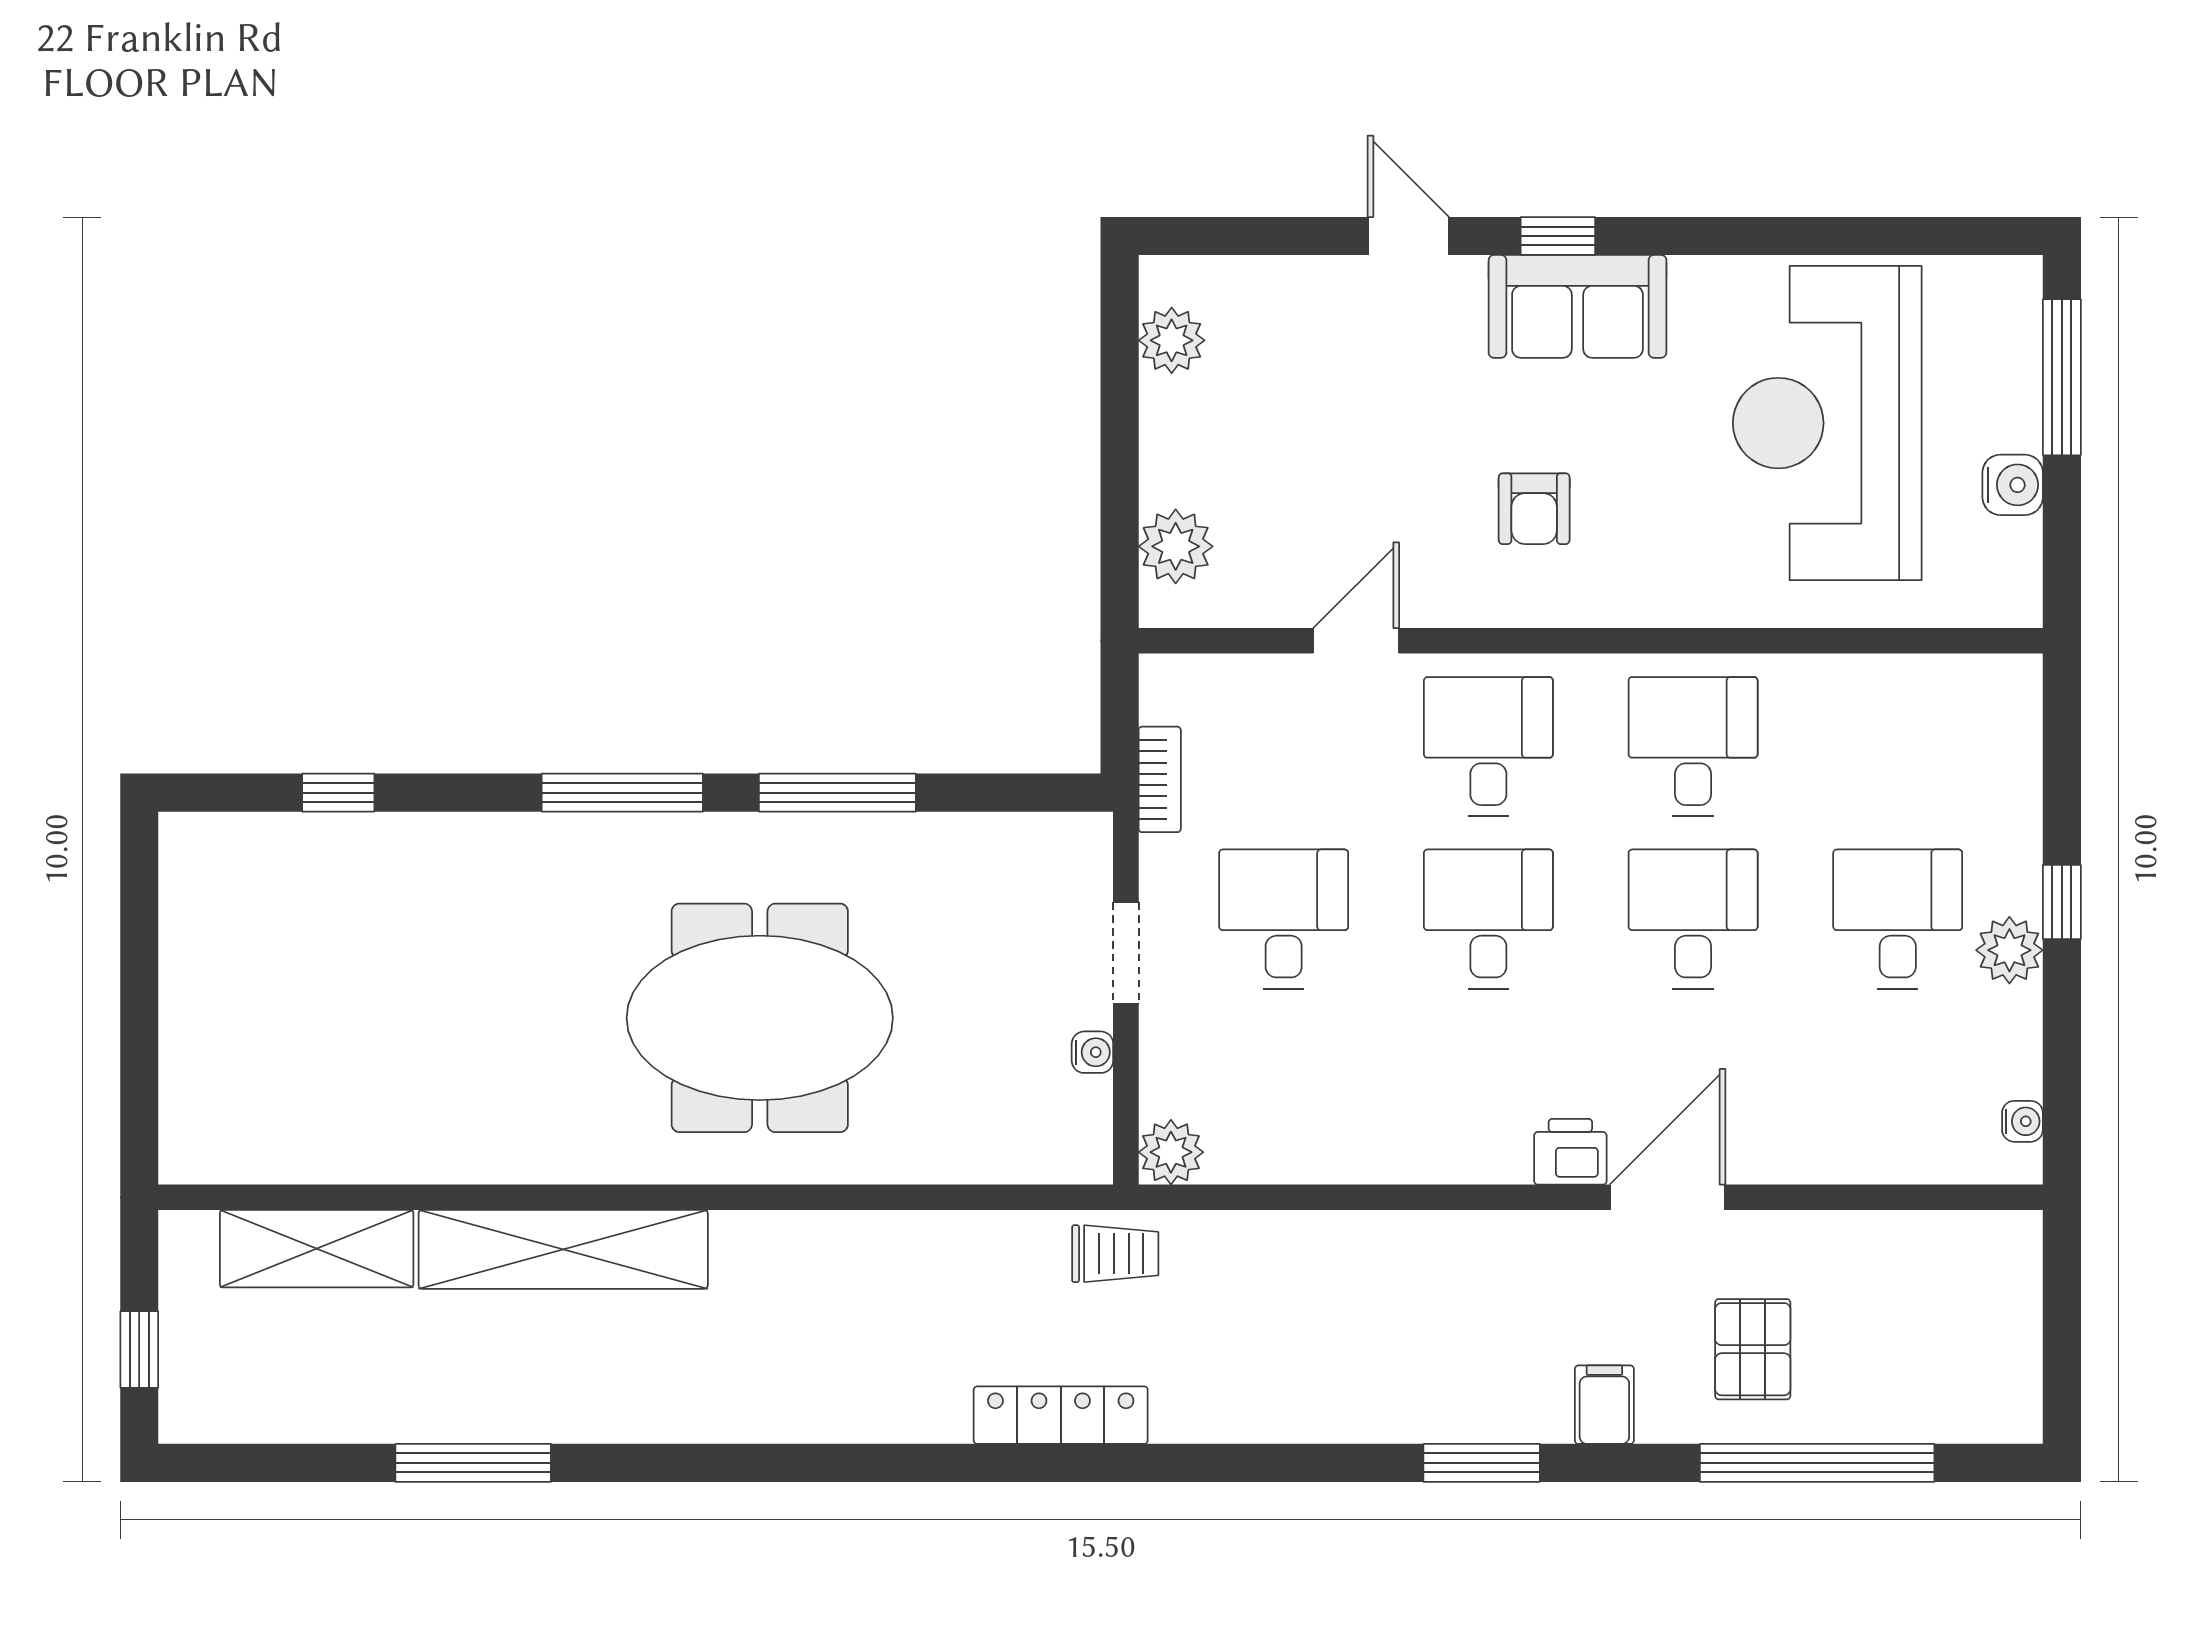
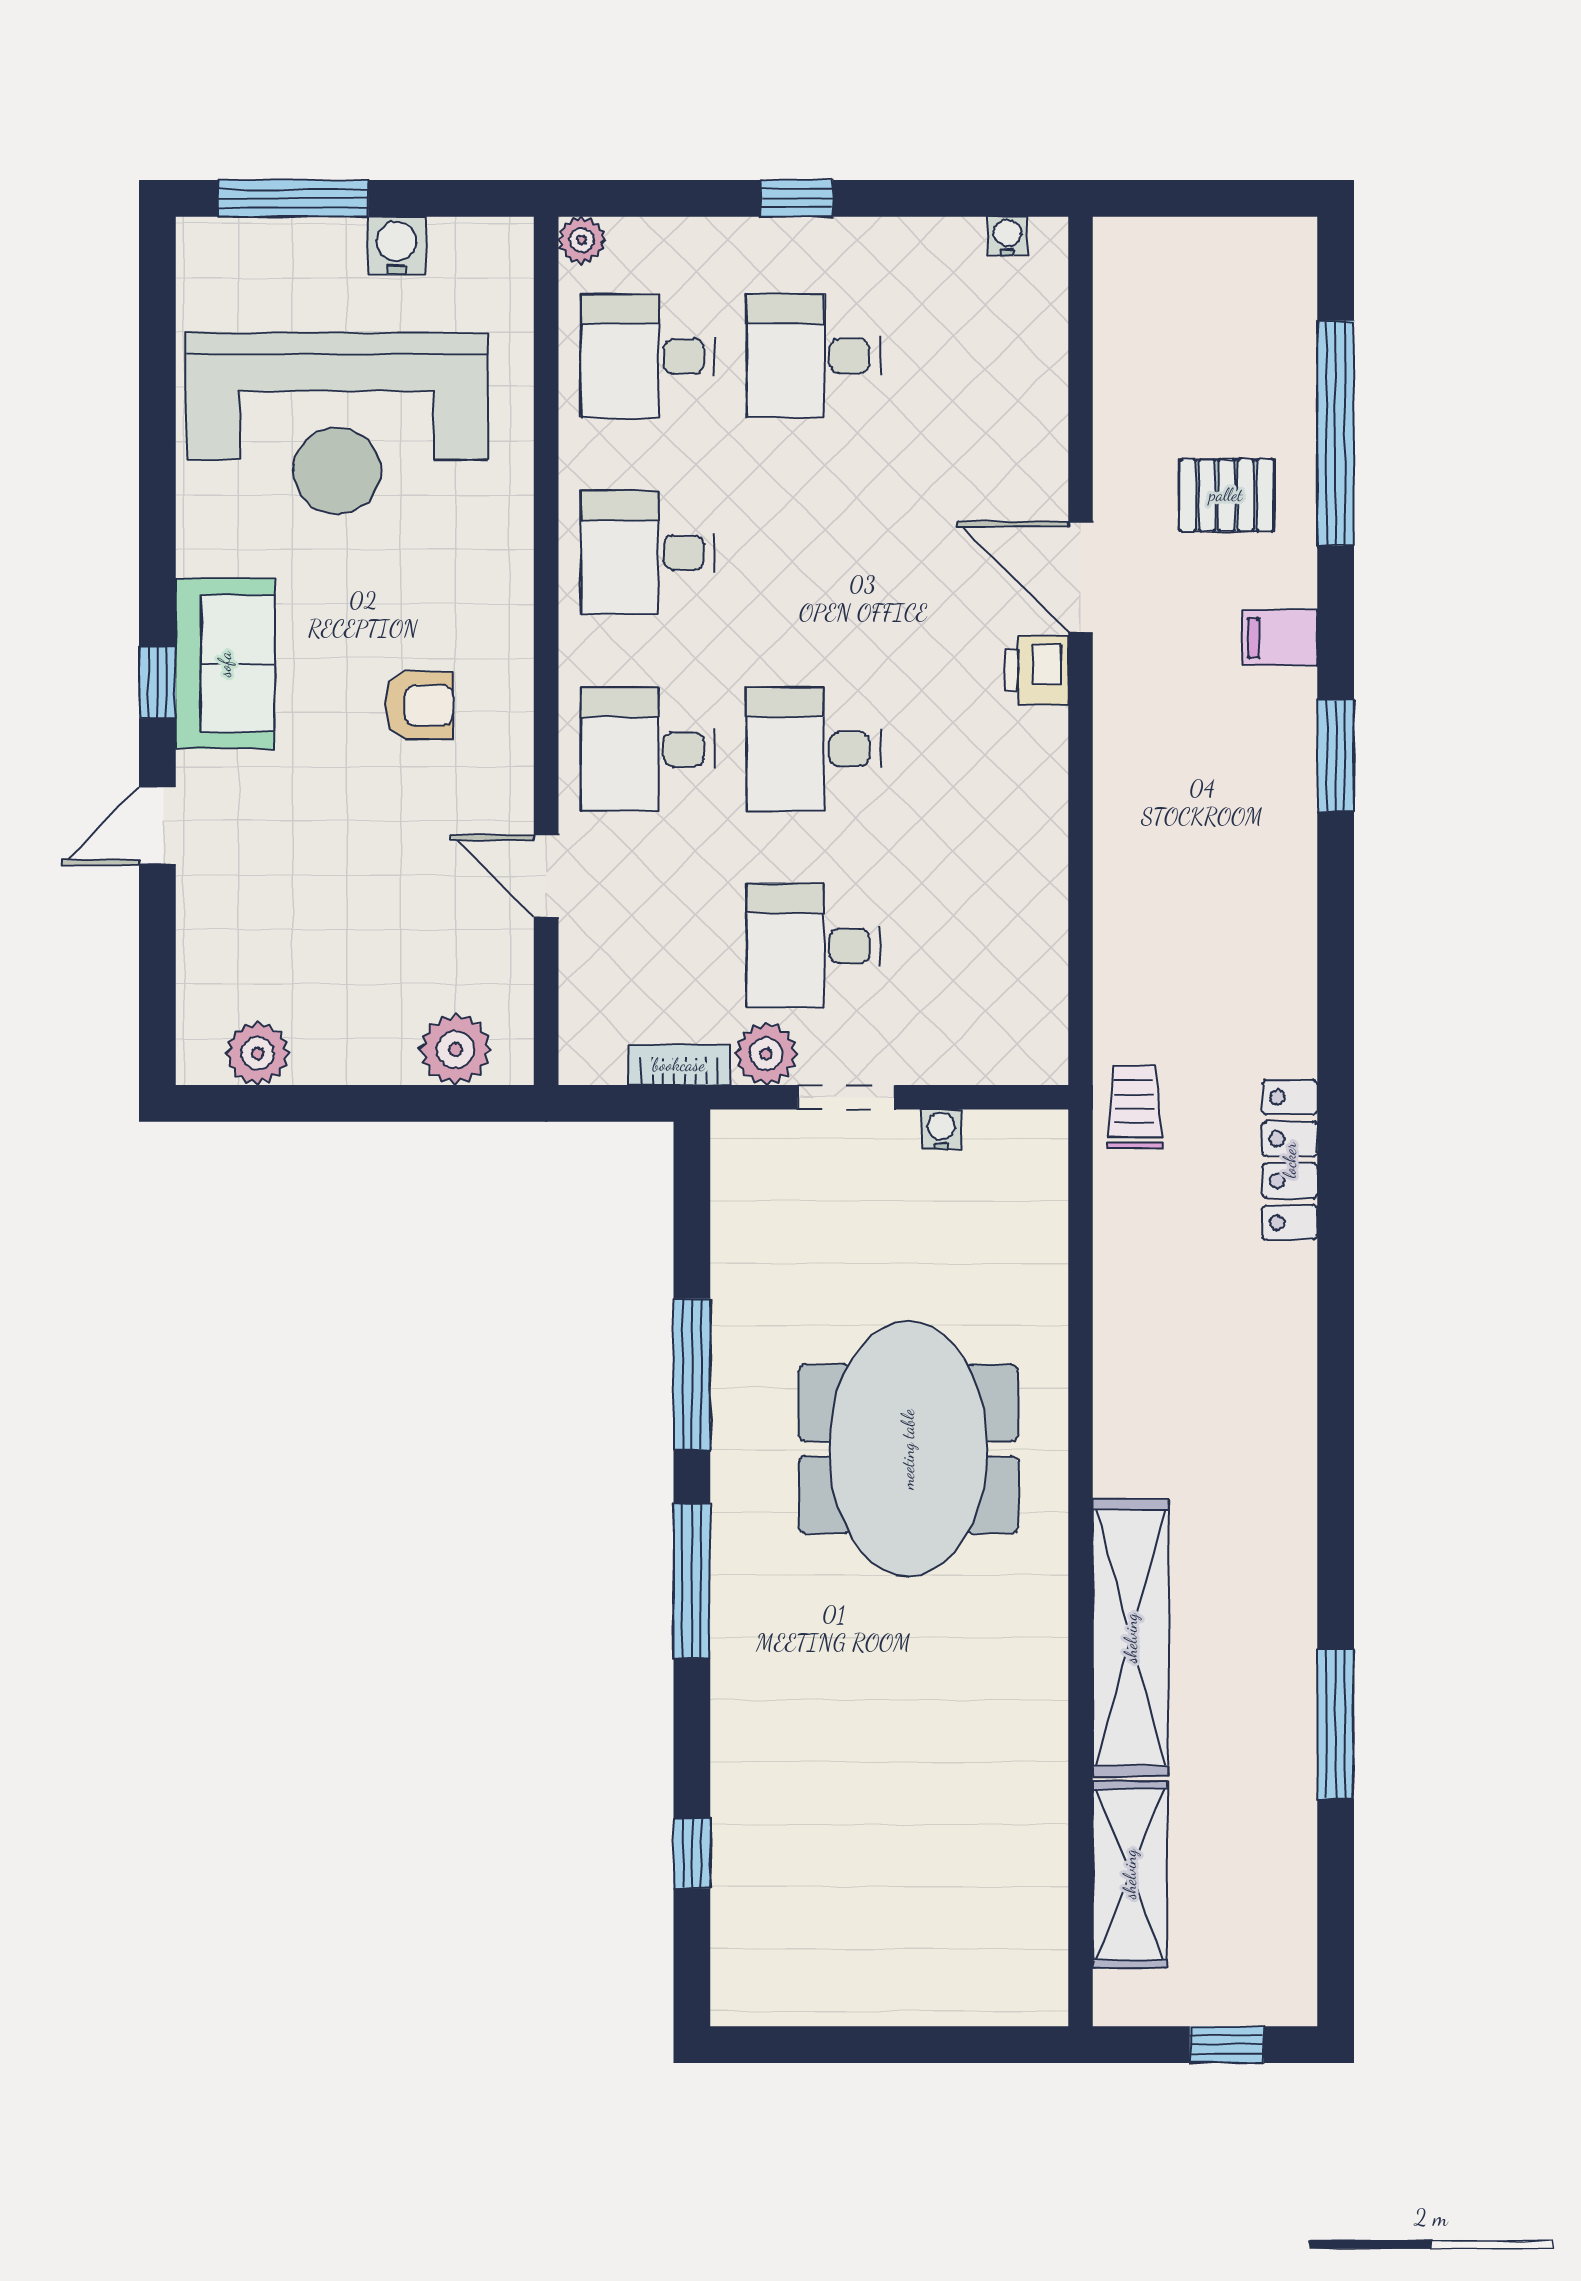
desk: (1693, 919) -> (648, 356), moved
plant: (2009, 950) -> (582, 240), moved, width x0.73, depth x0.73
plant: (1171, 1152) -> (766, 1054), moved

